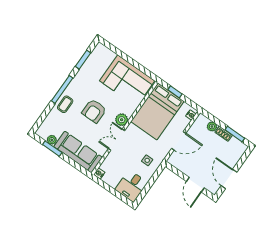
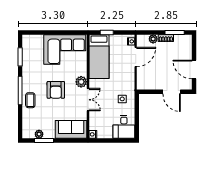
bed: (157, 111) -> (99, 57), width x0.67
double door: (116, 140) -> (88, 100), swing flipped
door: (179, 141) -> (136, 57), moved
sofa: (78, 152) -> (71, 129), width x0.73

